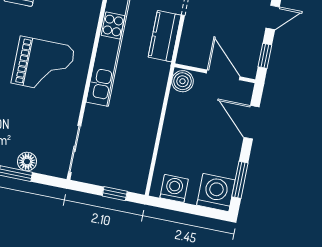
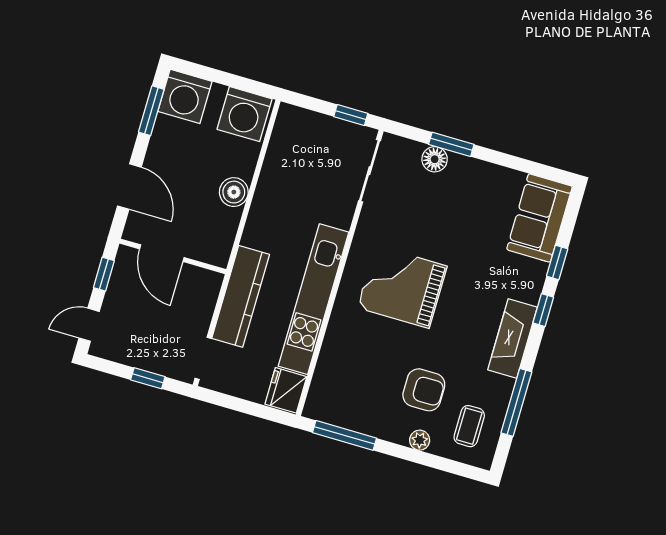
kitchen counter: (165, 36) -> (241, 296), width x1.50
boiler: (183, 81) -> (234, 192), moved
washing machine: (174, 188) -> (245, 114), width x1.37, depth x1.37
window: (115, 194) -> (351, 115), moved

